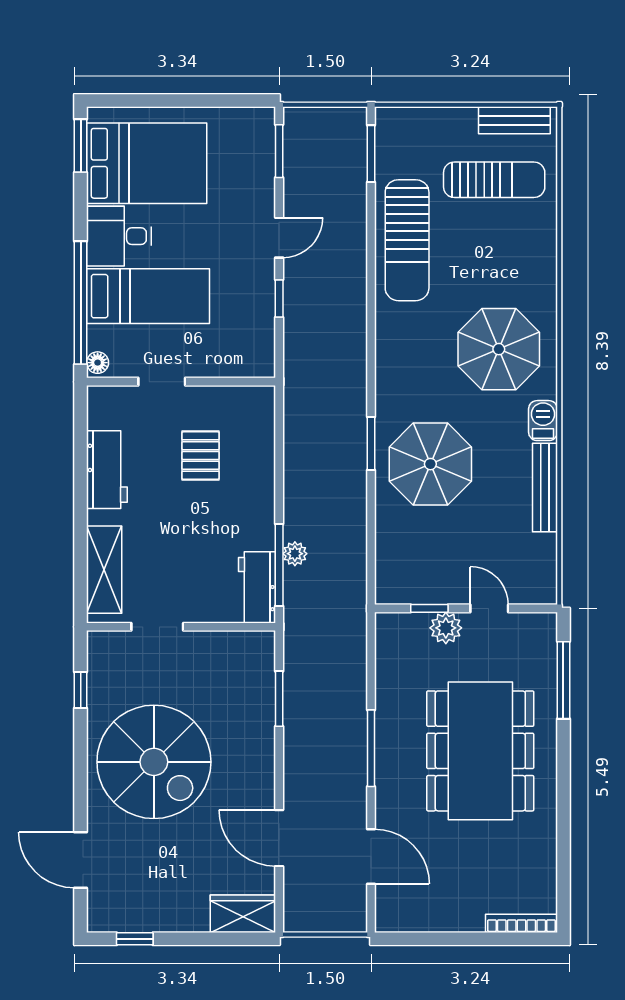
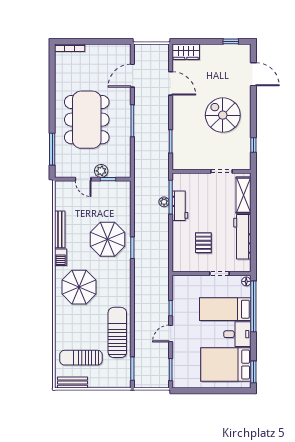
workbench: (107, 470) -> (242, 237), width x1.37
workbench: (257, 587) -> (180, 206), moved
spiral stairs: (154, 762) -> (223, 115), width x0.73, depth x0.73
door: (371, 857) -> (132, 76), hinge flipped

